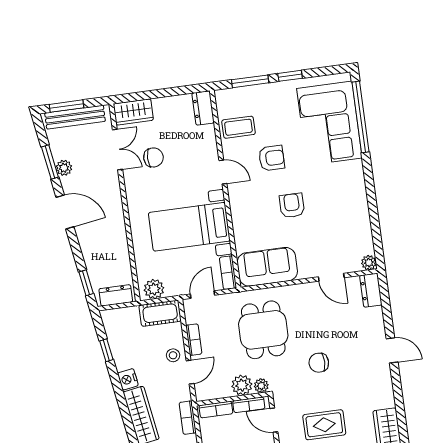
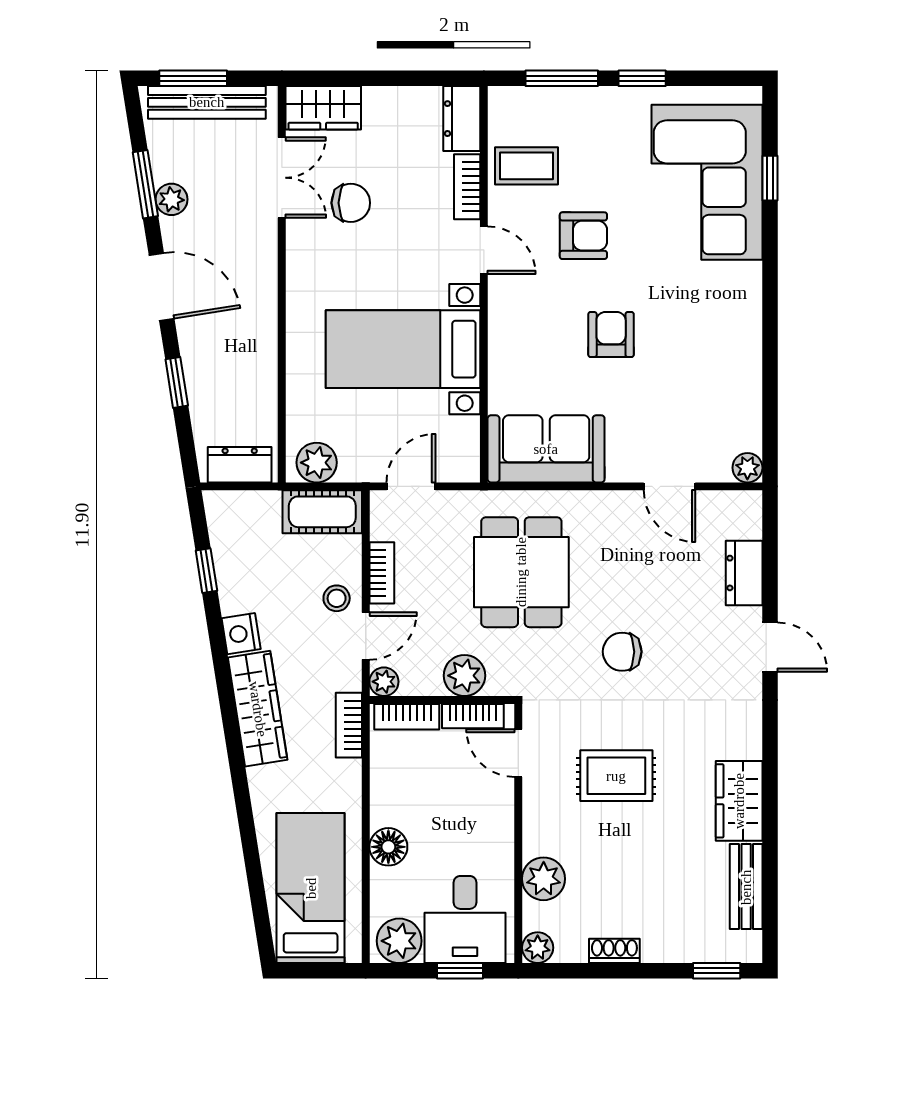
window: (360, 117) -> (770, 178), width x0.32
bookcase: (228, 273) -> (467, 187), moved
window: (86, 283) -> (177, 382), moved
dresser: (371, 290) -> (744, 573), moved
plant: (261, 386) -> (384, 682), moved

